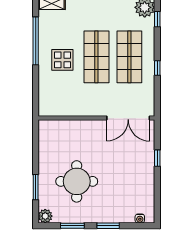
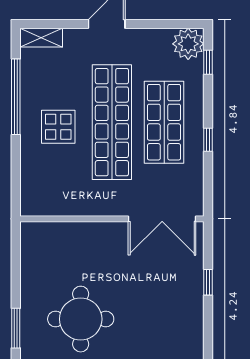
shop shelf: (96, 57) -> (112, 122), width x1.40

